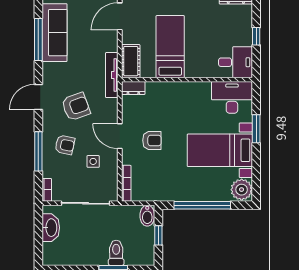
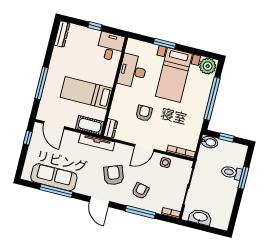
desk: (232, 97) -> (133, 71), moved
armchair: (152, 140) -> (144, 113), moved
side table: (93, 161) -> (165, 163), moved

